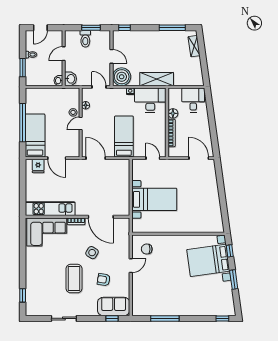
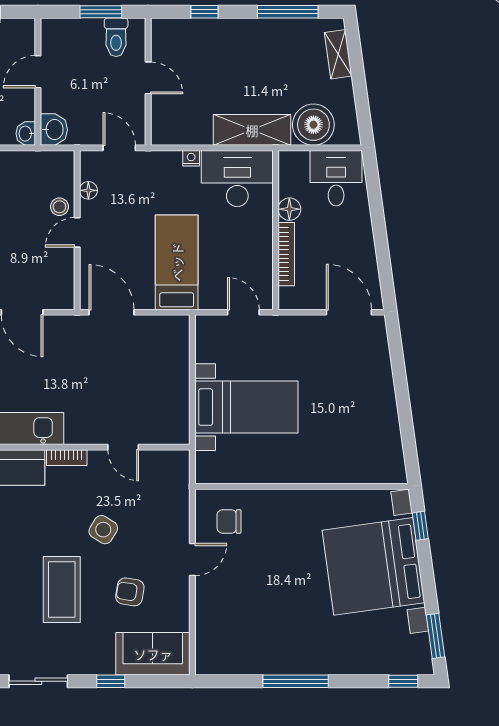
window: (124, 28) -> (205, 12), moved
toilet: (85, 39) -> (116, 37), moved
boiler: (122, 77) -> (313, 125), moved
door: (101, 217) -> (123, 447), width x0.53
bed with nightstands: (208, 260) -> (373, 566), width x1.36
window: (234, 279) -> (435, 636), moved
window: (112, 318) -> (111, 681), moved
window: (165, 318) -> (296, 681), moved

